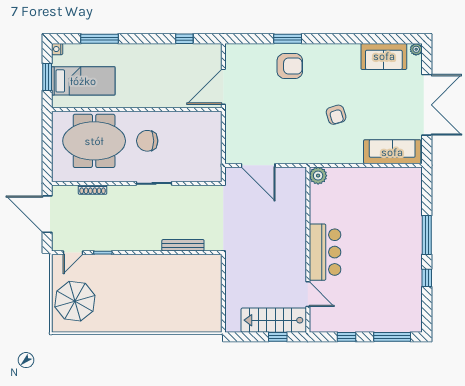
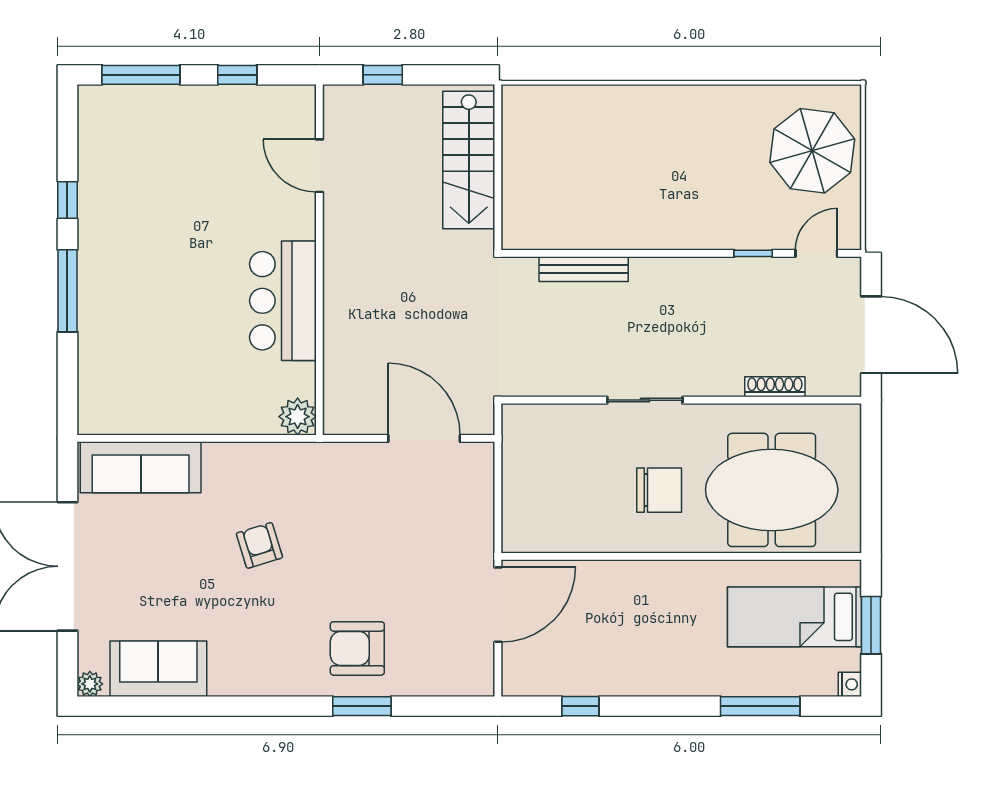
bar counter: (325, 252) -> (283, 301), moved
stairs: (274, 320) -> (469, 160), moved, turned 90

